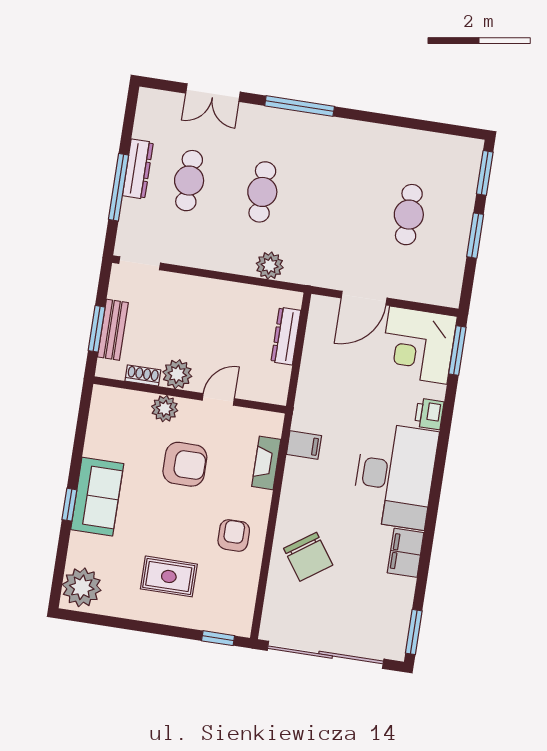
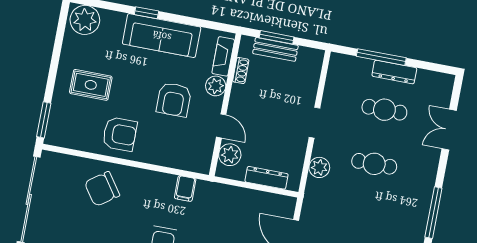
window: (300, 106) -> (433, 213), moved
doorway: (140, 263) -> (314, 123), moved
plant: (177, 374) -> (230, 155), moved
fireplace: (266, 463) -> (223, 56), moved, turned -90
sofa: (97, 497) -> (162, 36), width x1.36
armchair: (234, 535) -> (120, 134), width x1.38, depth x1.38
rug: (169, 576) -> (91, 85), turned 90
window: (218, 638) -> (44, 120), width x1.50

